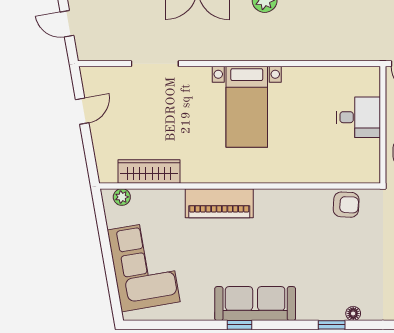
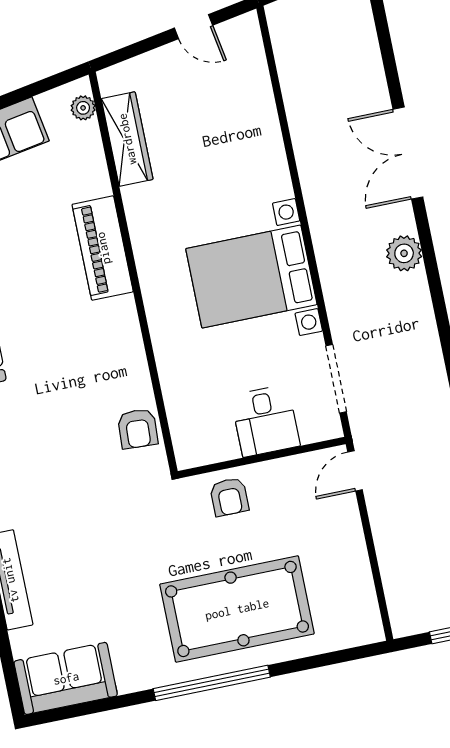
doorway: (155, 64) -> (336, 379), moved
bed with nightstands: (247, 107) -> (251, 277), width x1.36

